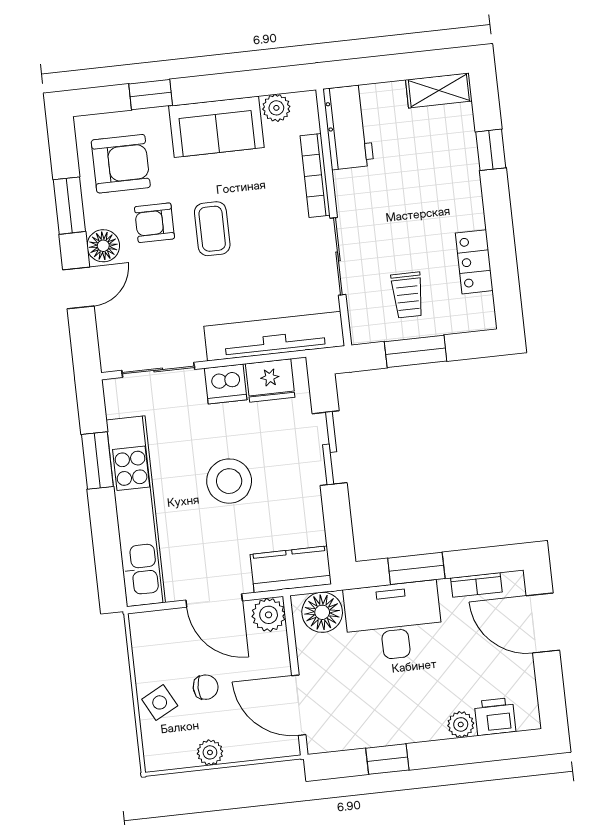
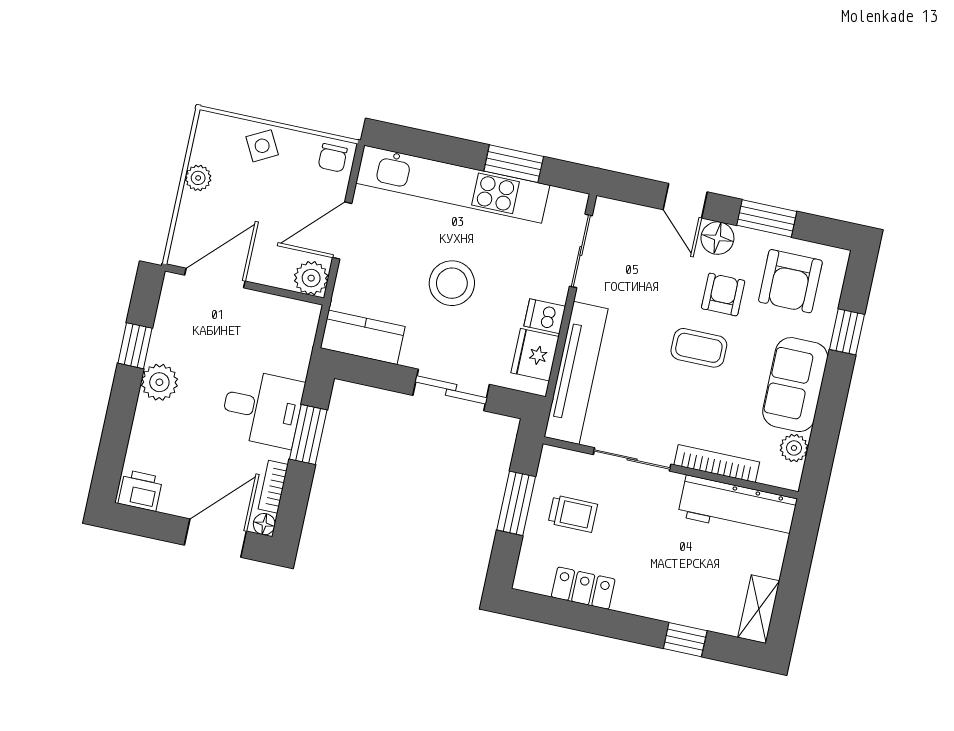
workbench: (348, 127) -> (737, 507), width x1.38
trolley: (408, 295) -> (573, 514), turned 180
dishwasher: (226, 384) -> (545, 316), width x0.73
kitchen counter: (291, 569) -> (363, 337), moved, turned -90
floor lamp: (322, 612) -> (264, 524), moved, width x0.53, depth x0.53
desk: (393, 621) -> (262, 408), width x0.73
chair: (206, 687) -> (333, 158), moved
printer: (495, 717) -> (140, 490), moved, turned -90
plant: (461, 724) -> (159, 382), moved, width x1.38, depth x1.38

